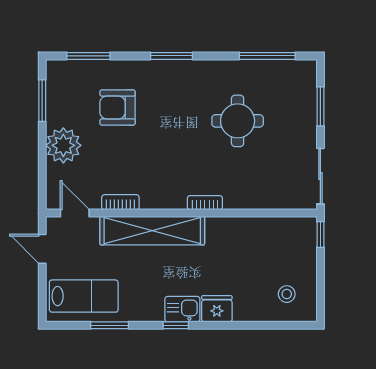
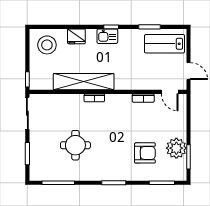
plant: (63, 145) -> (176, 148), moved
shelving: (152, 231) -> (84, 82), moved
stool: (287, 294) -> (47, 45), width x1.89, depth x1.89
fridge: (217, 309) -> (76, 36), moved

